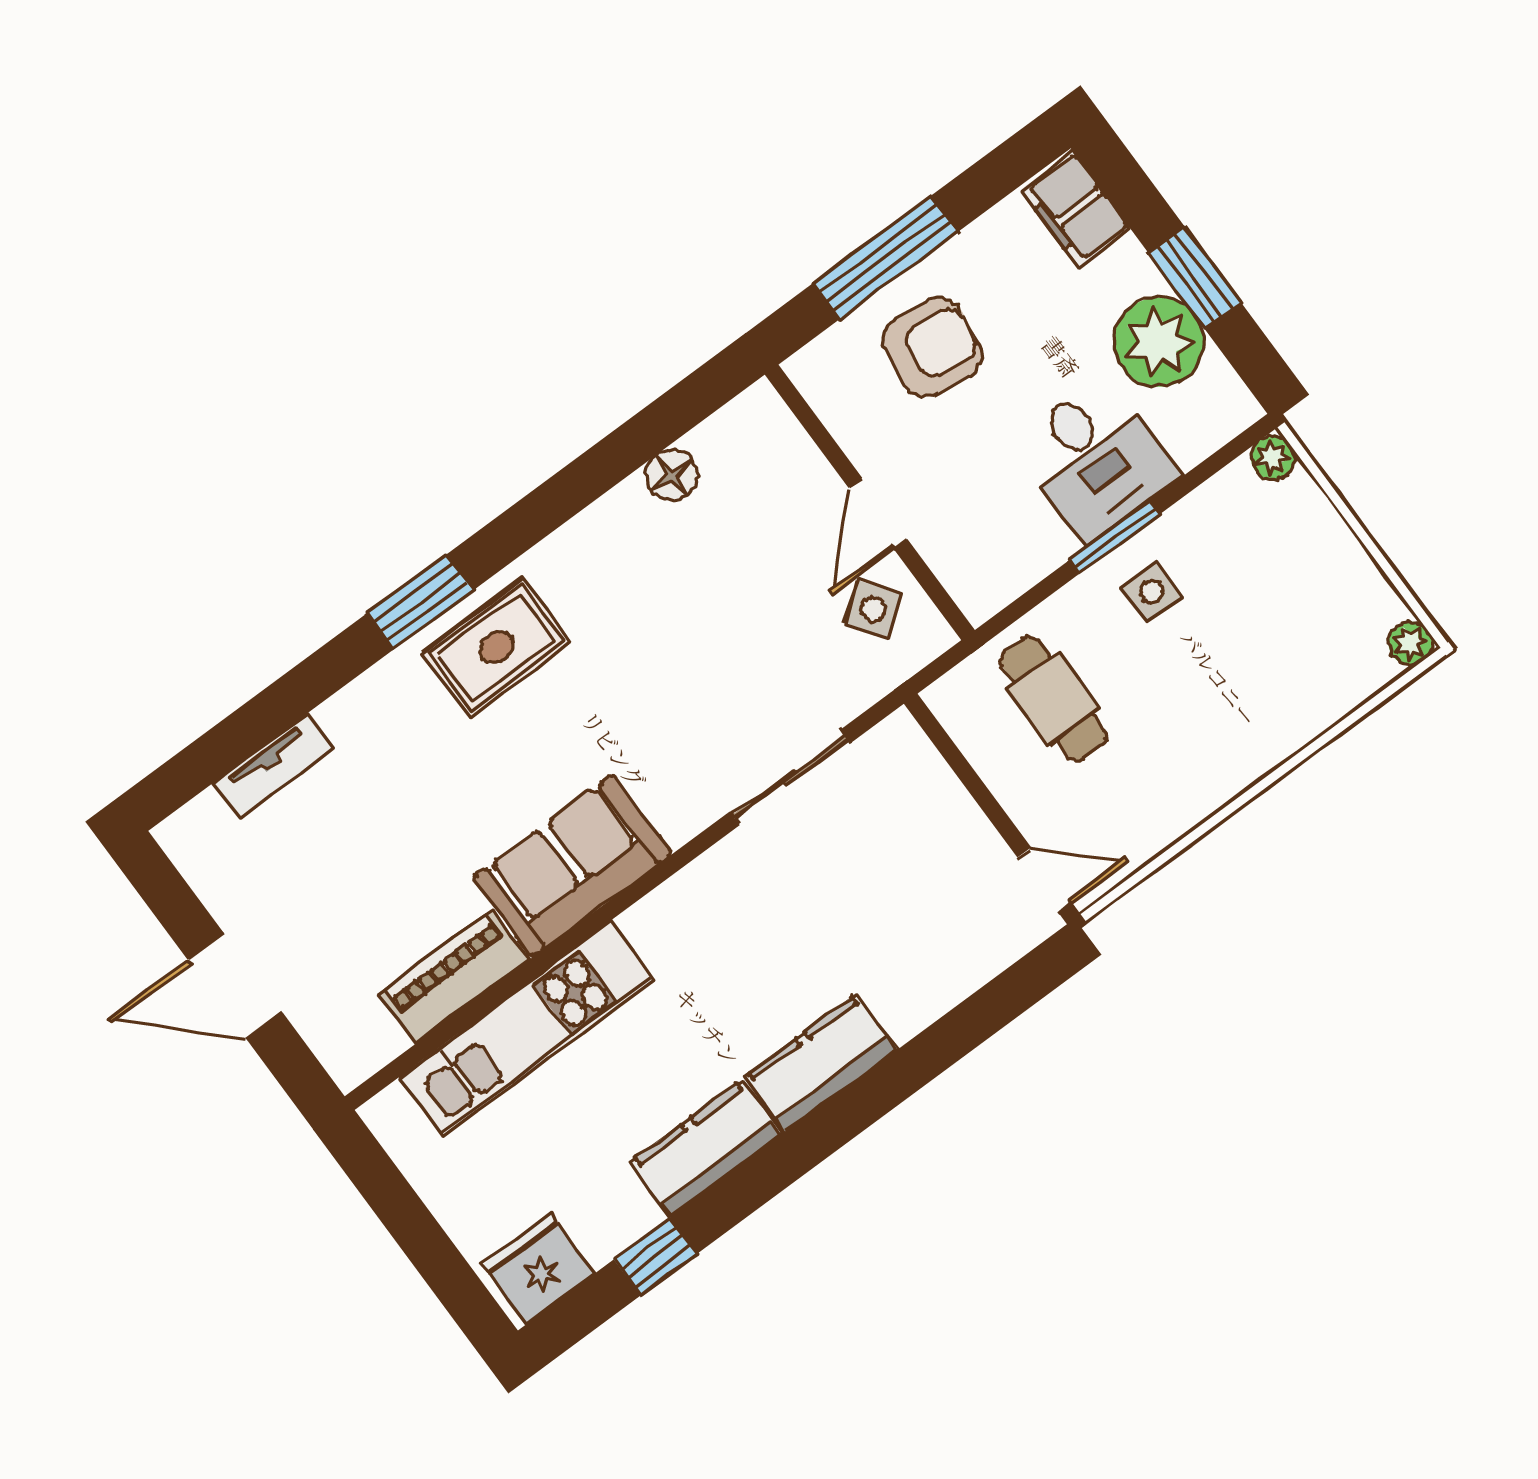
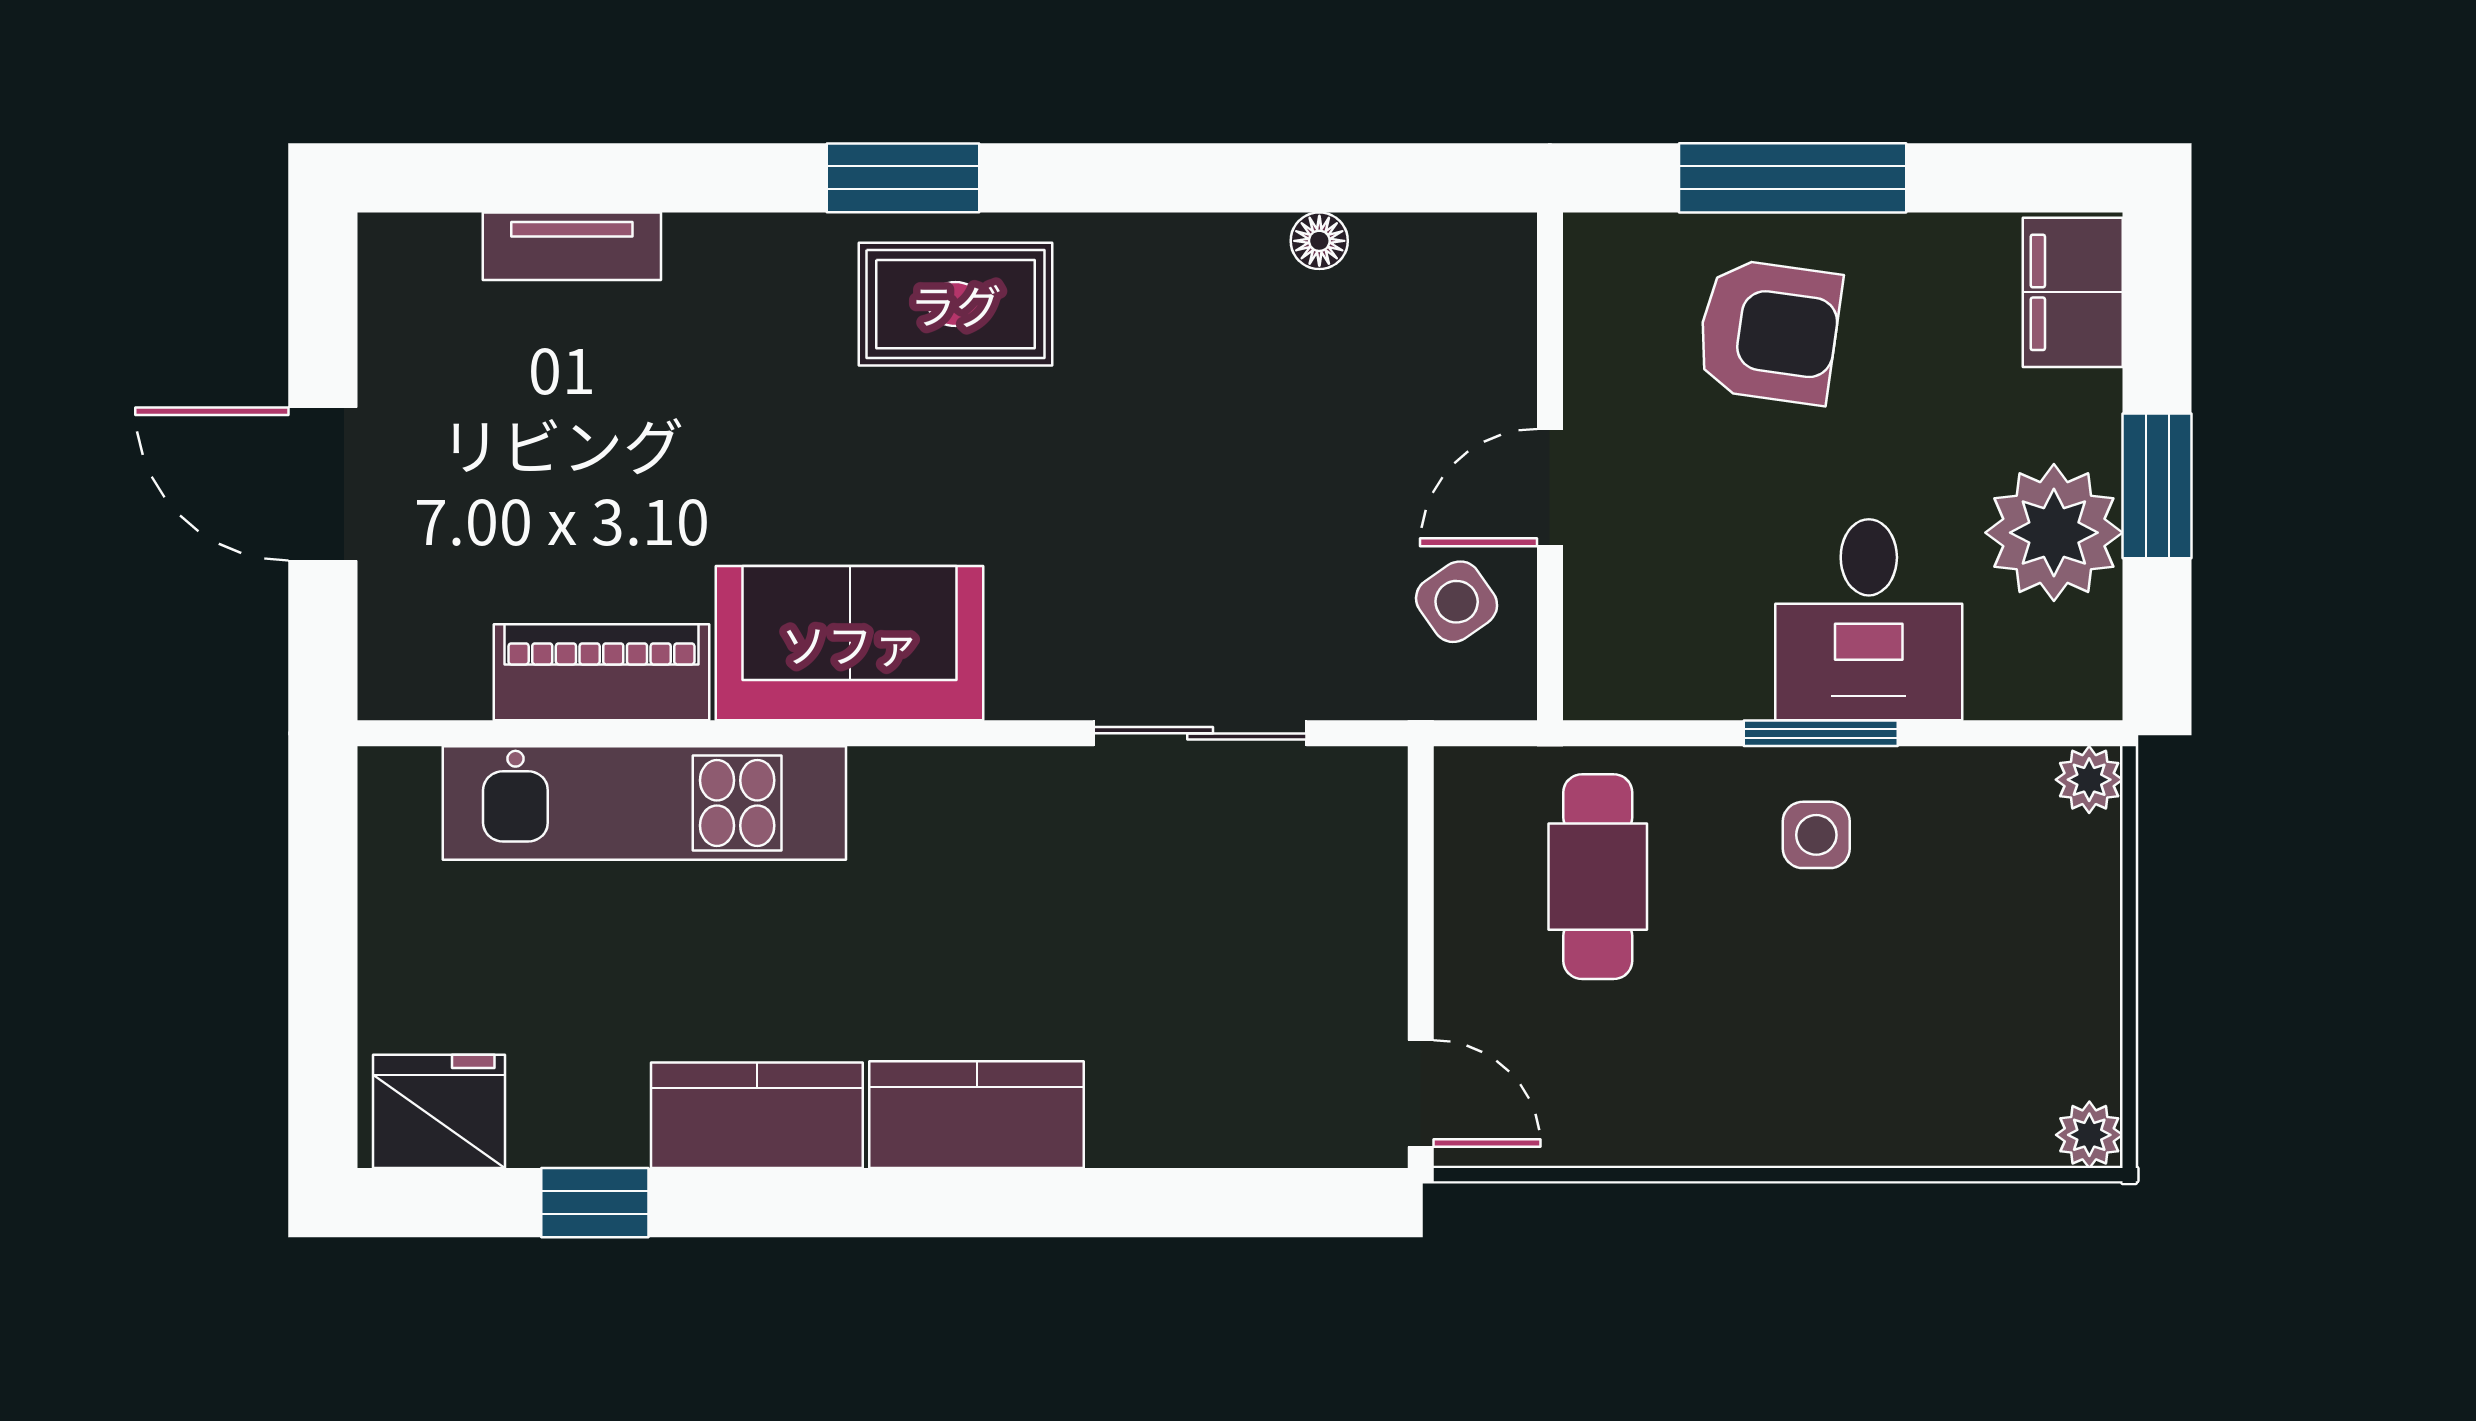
floor lamp: (672, 475) -> (1319, 241), width x0.73, depth x0.73

